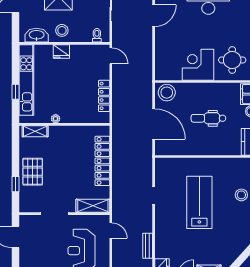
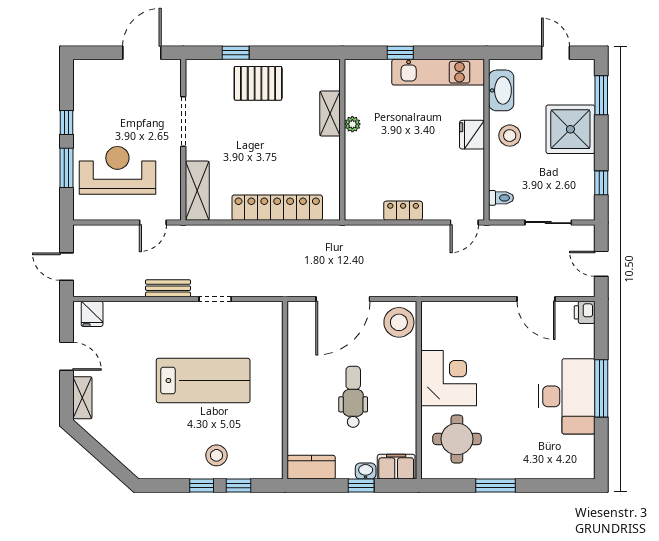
kitchen unit: (26, 80) -> (438, 72), width x0.73
locker: (104, 96) -> (403, 211), width x0.66
shelving: (35, 131) -> (330, 114), moved
bench: (148, 246) -> (168, 288), moved

